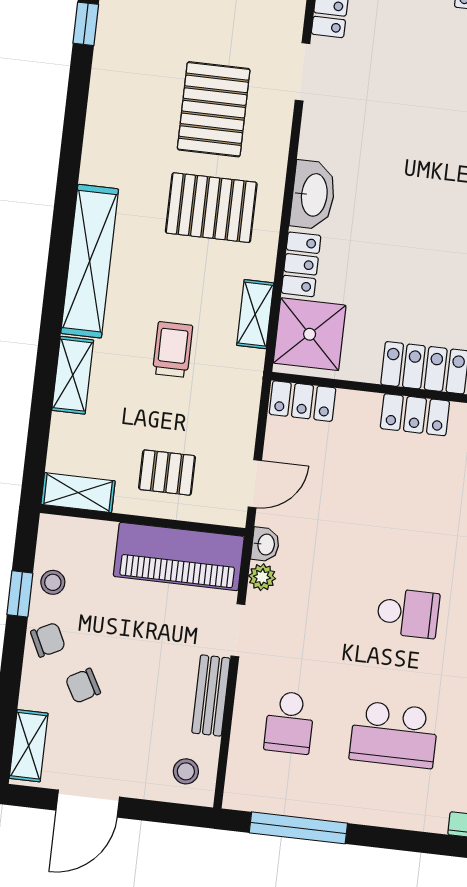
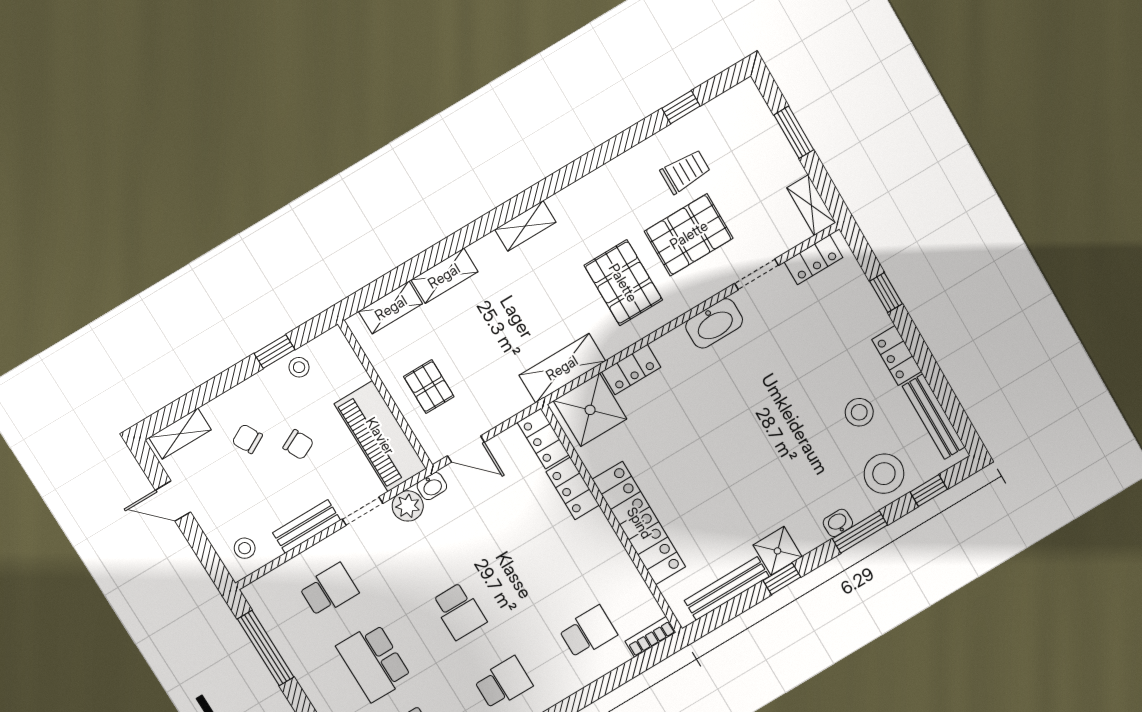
washbasin: (313, 195) -> (714, 323), moved
shelving: (90, 261) -> (525, 226), width x0.45, depth x0.75
shelving: (255, 314) -> (562, 368), width x1.50, depth x1.33
trolley: (173, 349) -> (685, 171), moved
locker: (415, 415) -> (573, 488), moved
shelving: (78, 493) -> (391, 308), moved, turned 90
plant: (262, 577) -> (408, 506), width x1.38, depth x1.38
chair: (48, 640) -> (298, 445), moved
school desk: (289, 722) -> (329, 590), turned 180
door: (88, 804) -> (173, 501), width x0.73

